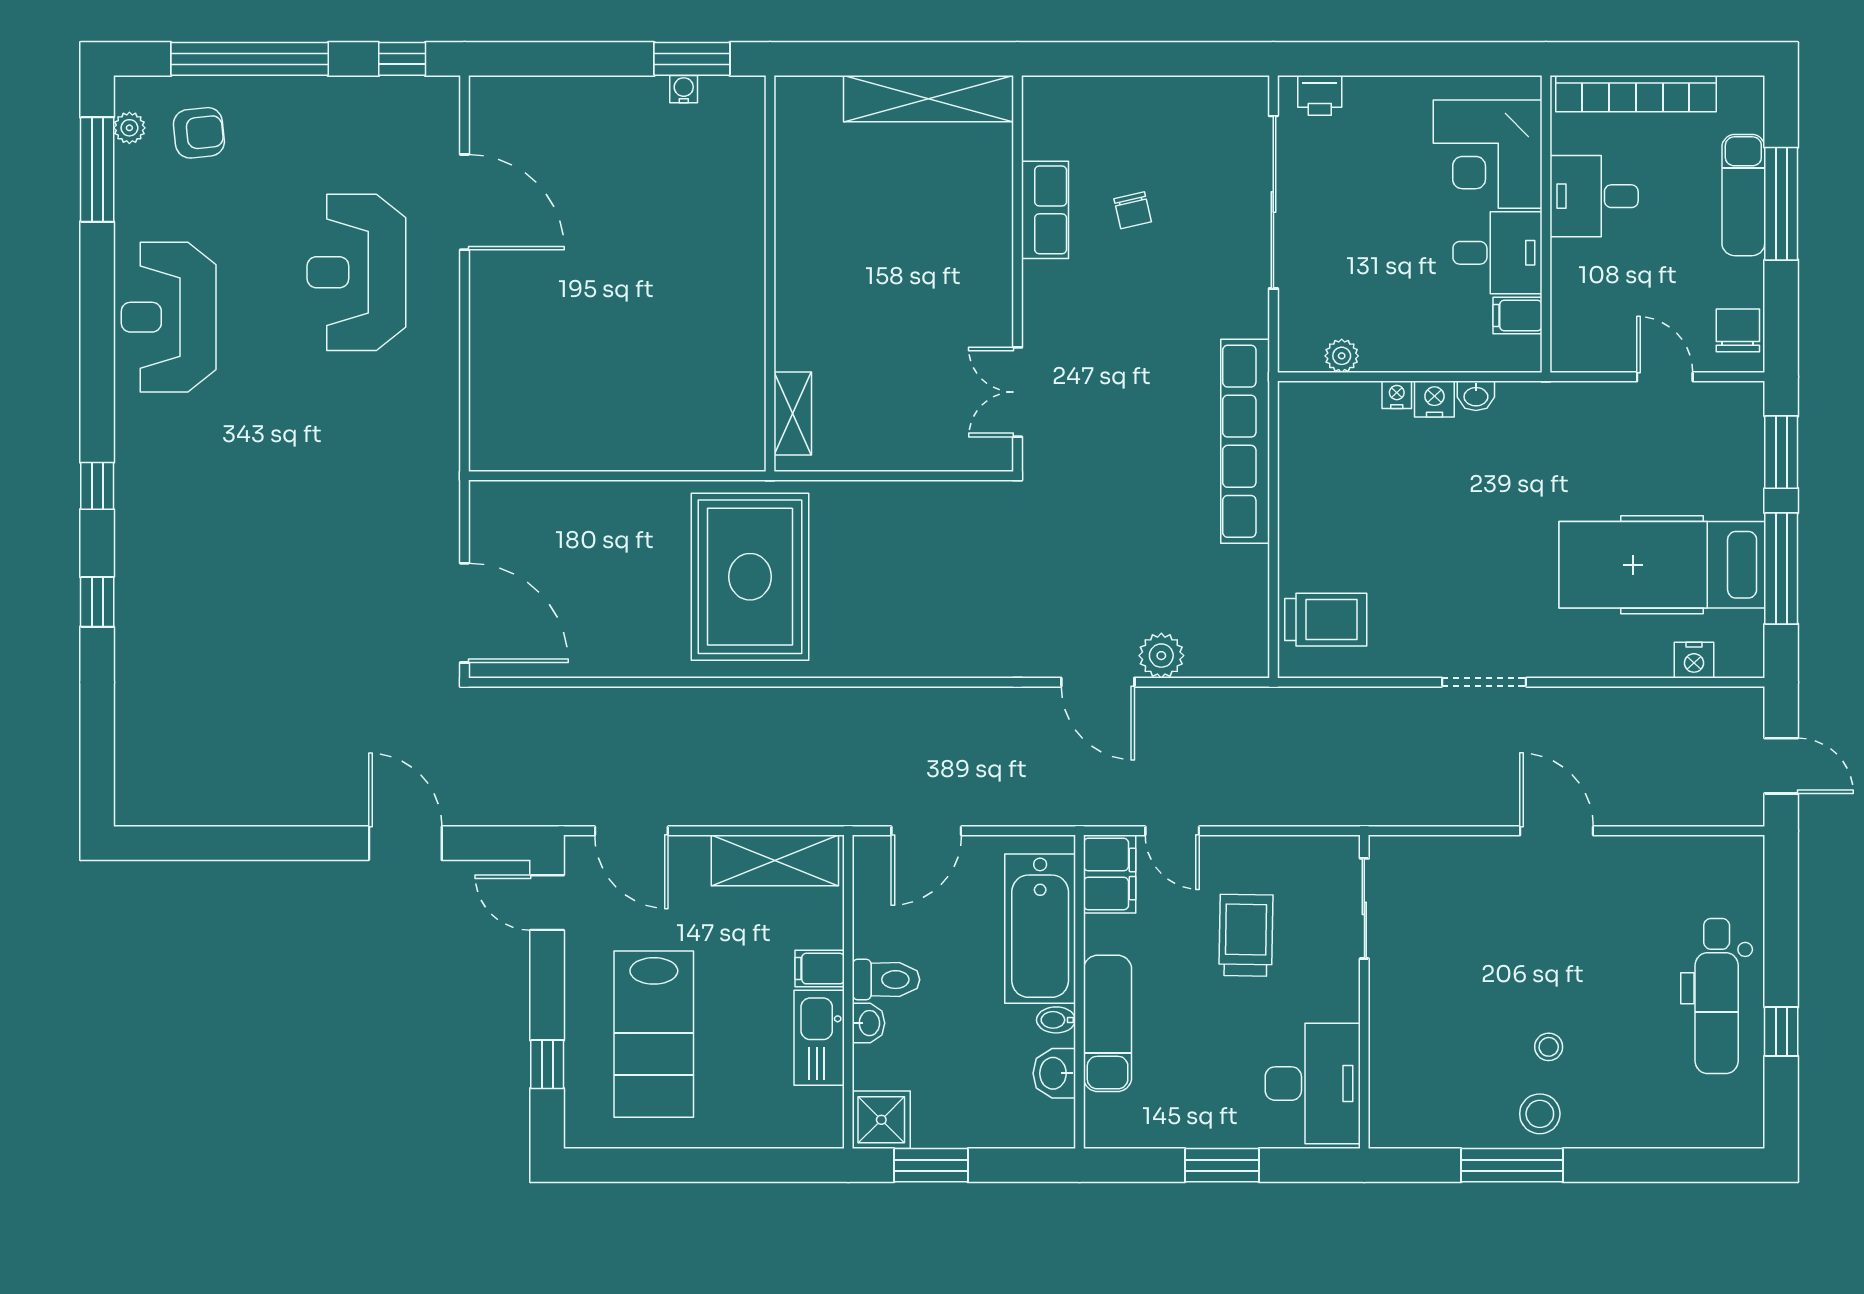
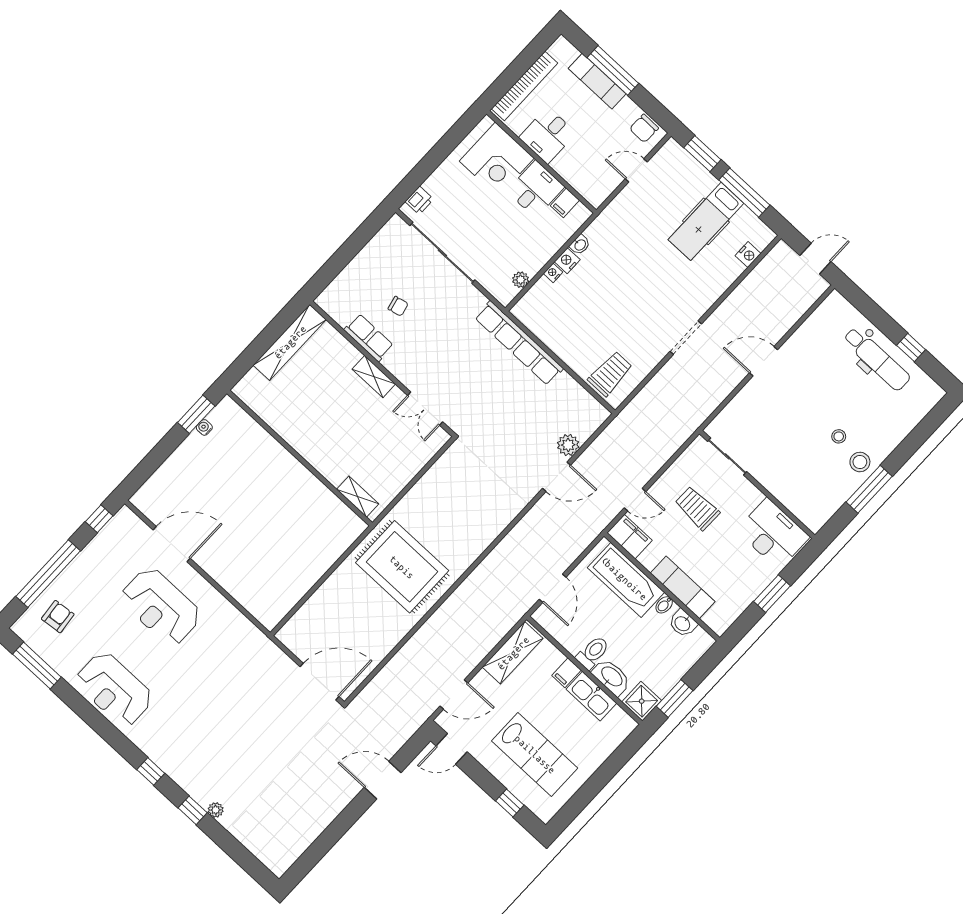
plant: (129, 128) -> (216, 810), moved
shelving: (994, 271) -> (374, 377), added
chair: (1738, 330) -> (644, 128), turned -89
hospital bed: (1662, 565) -> (706, 221), width x0.73, depth x0.78
washbasin: (868, 1023) -> (611, 677), width x1.91, depth x1.45

